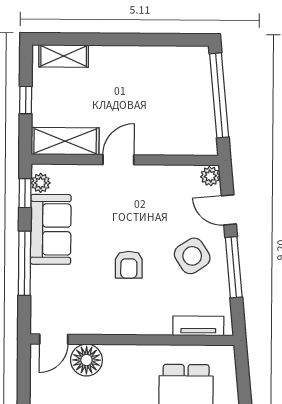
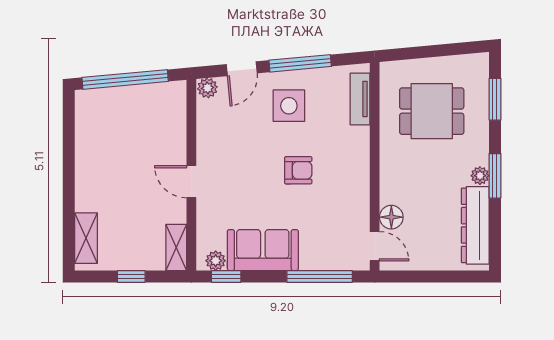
shelving: (65, 141) -> (176, 248), width x0.67, depth x0.75
side table: (192, 256) -> (289, 106), turned 33
window: (25, 263) -> (320, 276), moved
floor lamp: (86, 360) -> (391, 217), width x0.73, depth x0.73

